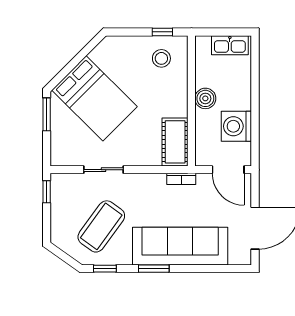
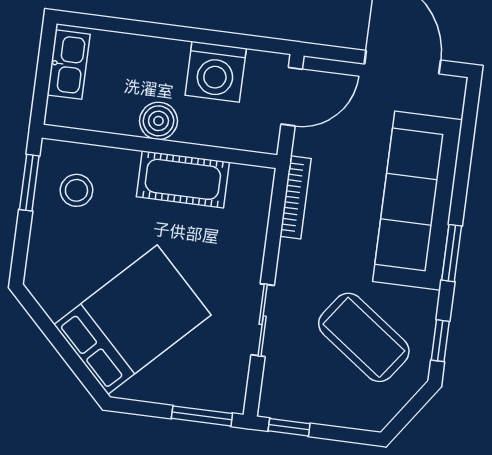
window: (162, 32) -> (29, 183), width x1.50
window: (47, 114) -> (202, 416), moved
cot: (175, 142) -> (183, 179), moved
bookcase: (181, 179) -> (295, 197), width x1.56

